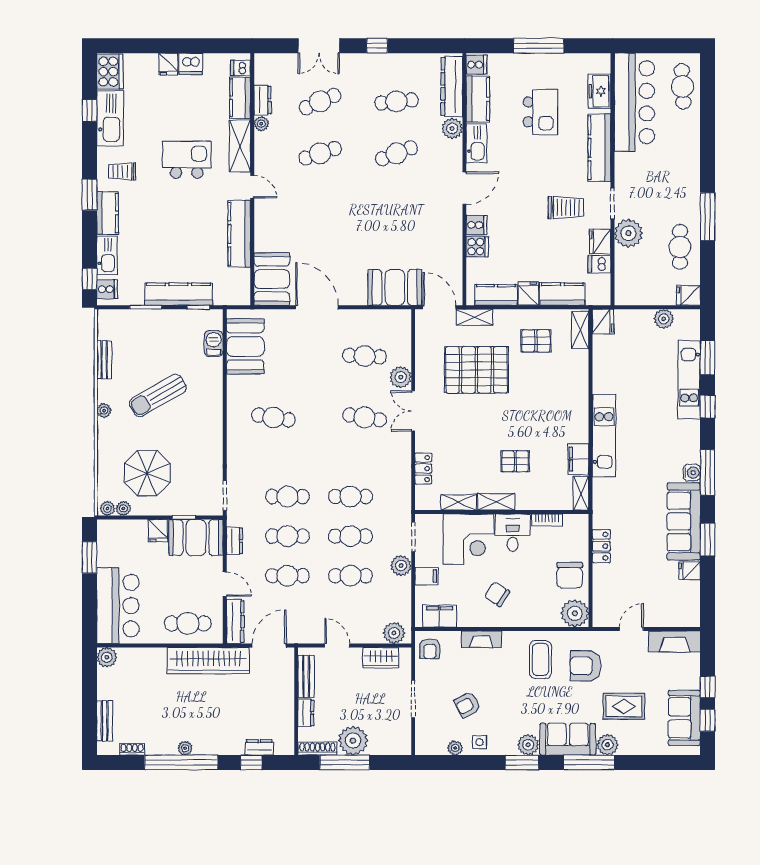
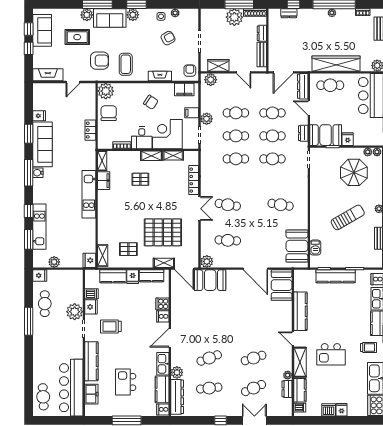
plant: (401, 377) -> (207, 261), moved
locker: (423, 469) -> (194, 180), width x1.53
wardrobe: (208, 661) -> (336, 64), moved

